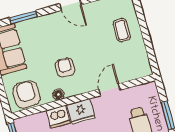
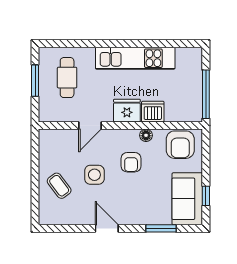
coffee table: (122, 30) -> (59, 186), turned -37
side table: (94, 48) -> (94, 175), added

